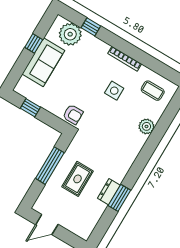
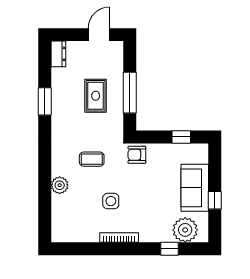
coffee table: (153, 91) -> (92, 159), moved
dresser: (109, 192) -> (58, 54), moved

